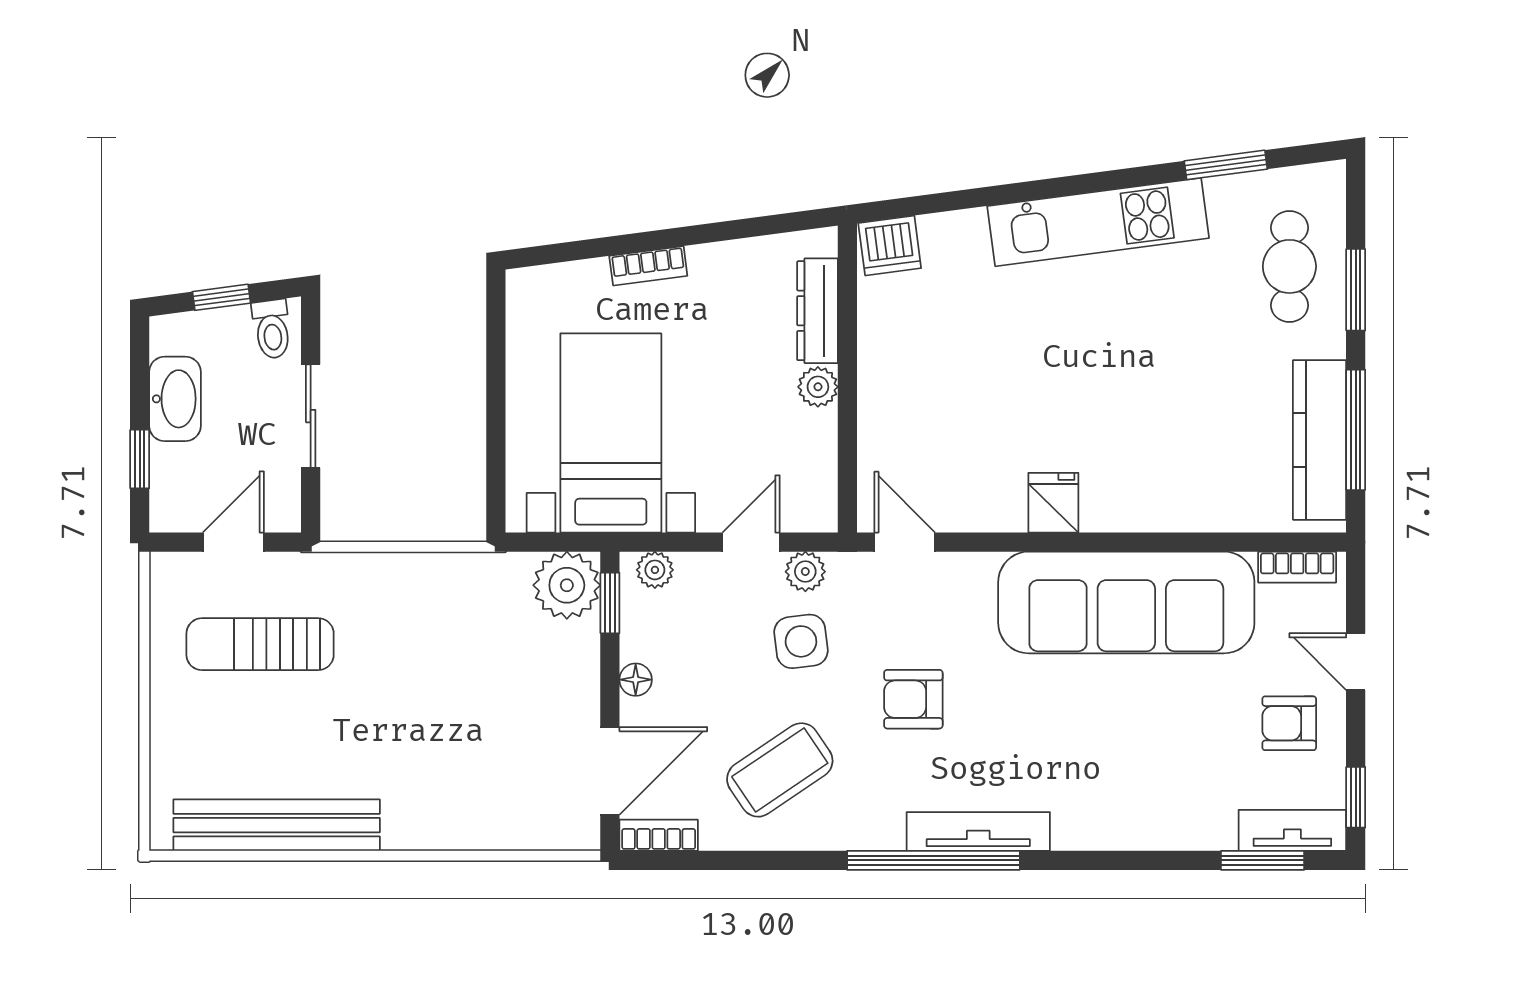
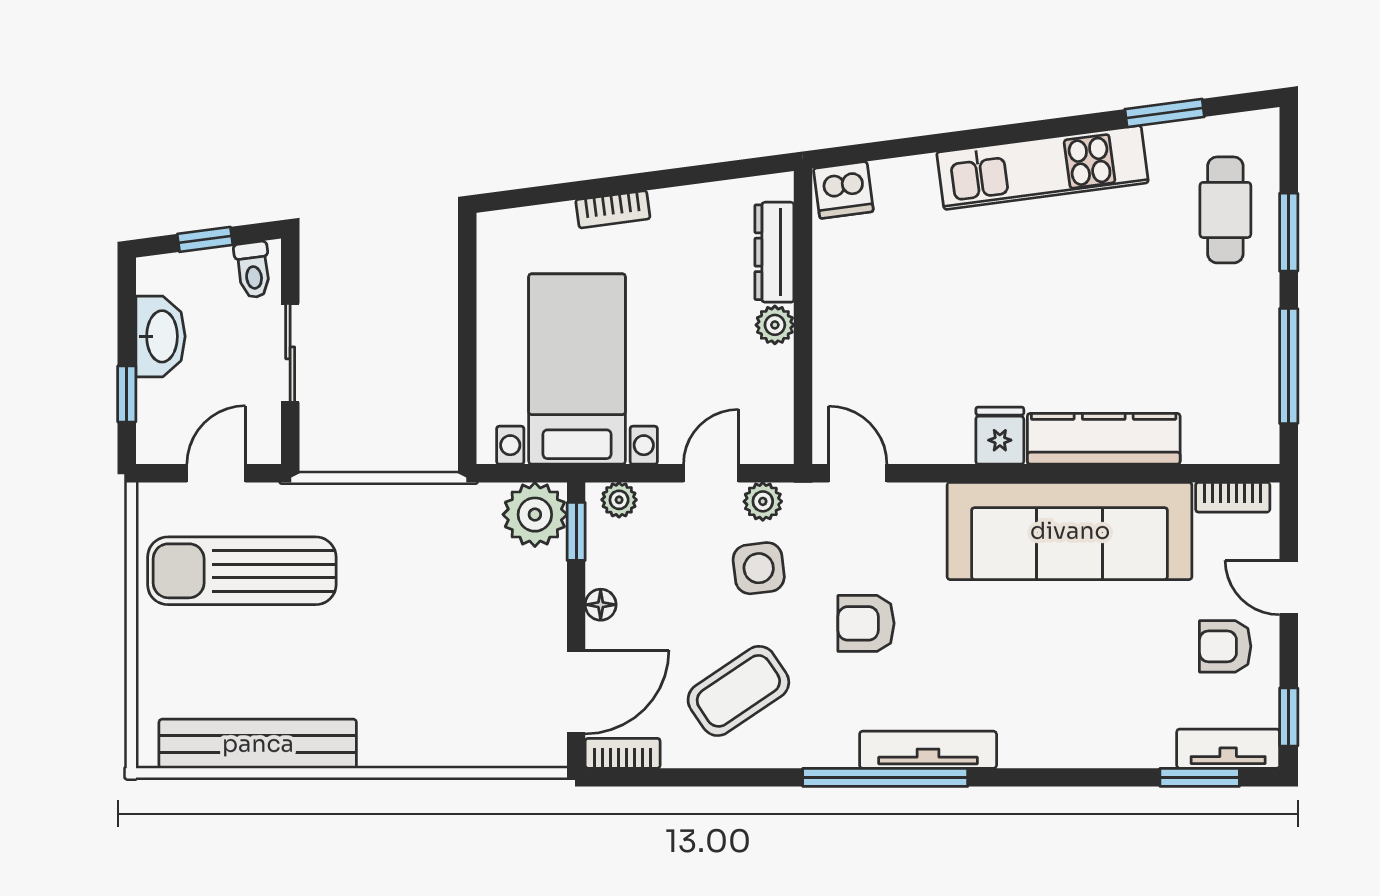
kitchen counter: (1320, 440) -> (1104, 439), moved, turned 90
sun lounger: (260, 644) -> (242, 571), width x1.36, depth x1.34

